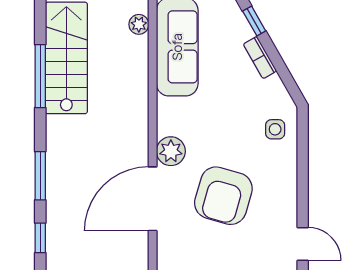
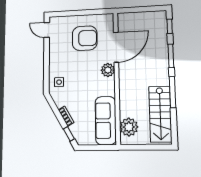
plant: (139, 24) -> (129, 127), width x1.88, depth x1.88
window: (40, 76) -> (172, 92), moved
armchair: (223, 196) -> (85, 38), moved, turned 74

